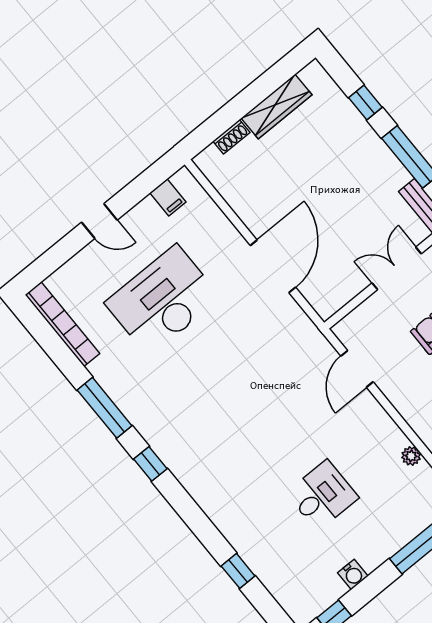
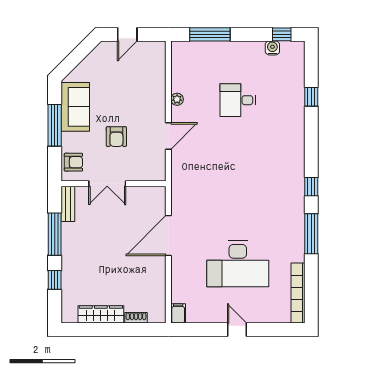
filing cabinet: (168, 197) -> (178, 313), moved
door: (357, 369) -> (168, 136), moved
plant: (411, 456) -> (177, 99), moved
water cooler: (353, 574) -> (272, 48), moved

